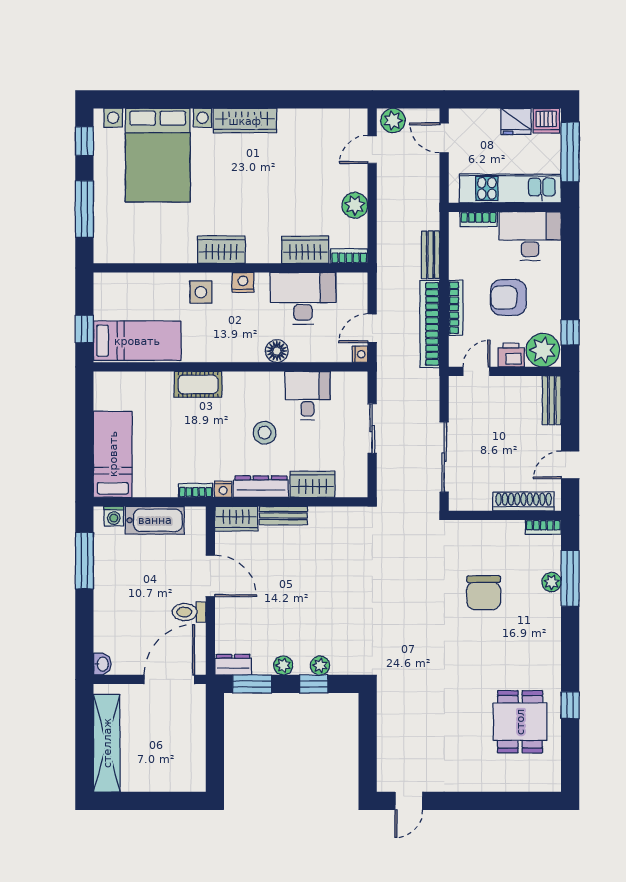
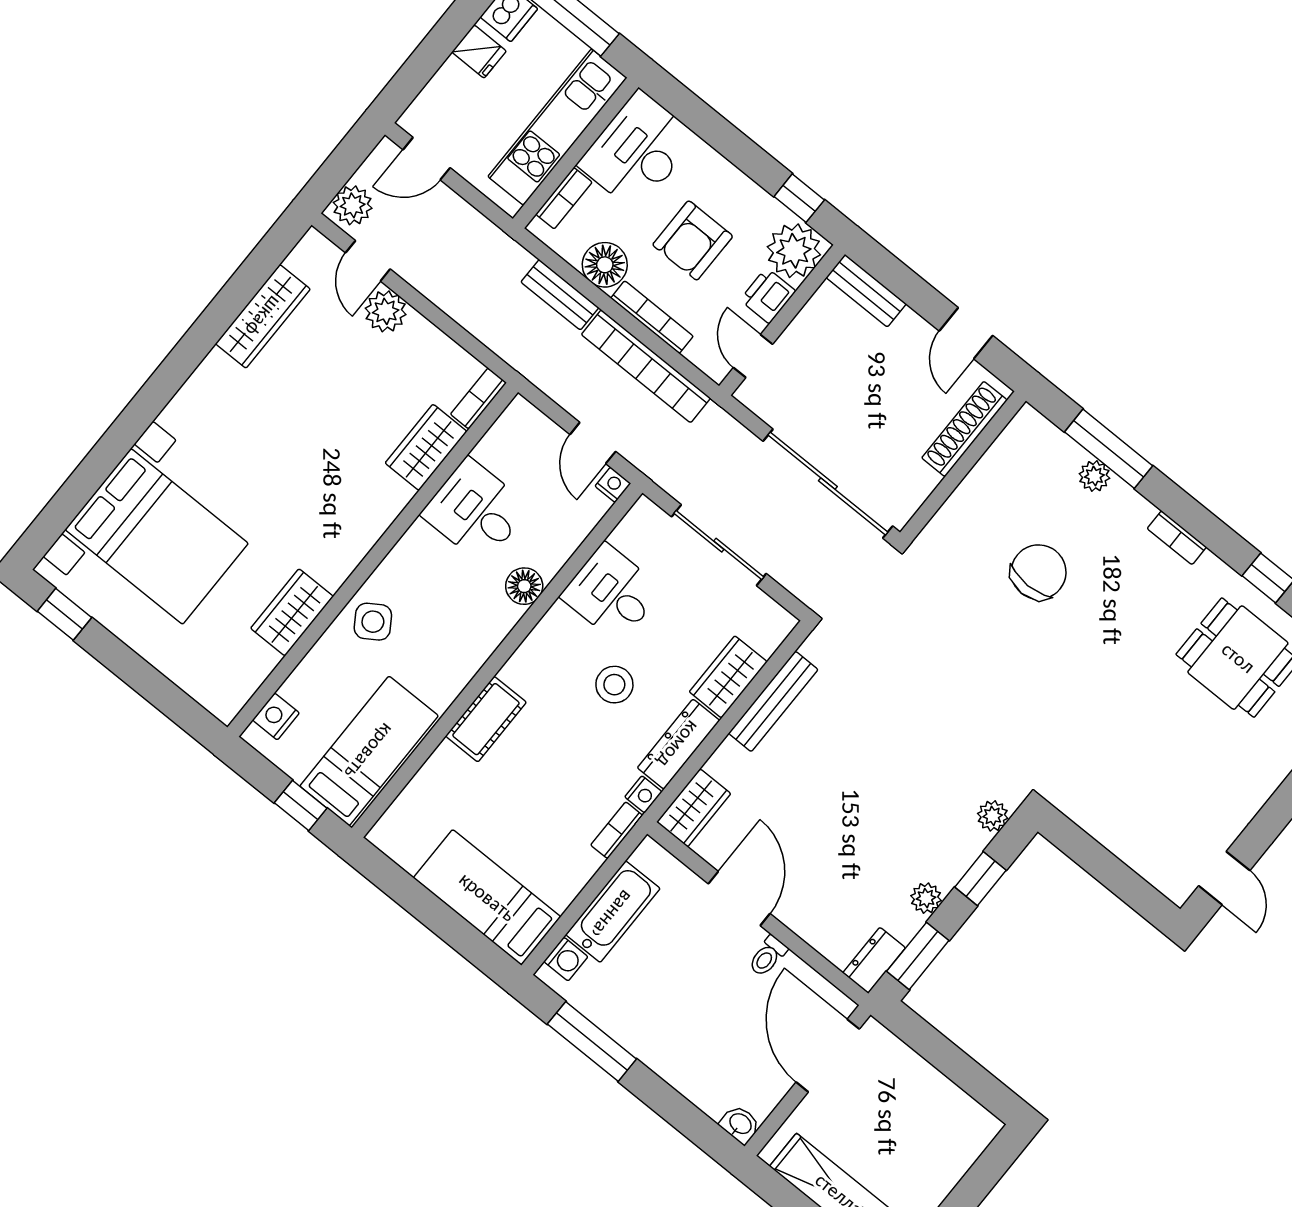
wardrobe: (245, 121) -> (263, 316), moved
fridge: (516, 121) -> (479, 52), width x0.72
plant: (355, 205) -> (386, 311), moved
window: (84, 209) -> (150, 683), removed
wardrobe: (221, 250) -> (292, 612), moved
floor lamp: (463, 265) -> (605, 265), added
nightstand: (243, 282) -> (276, 717), moved
side table: (201, 292) -> (373, 622), turned -33
desk: (303, 298) -> (475, 511), width x0.73
sliding door: (372, 429) -> (719, 545), width x1.37
sliding door: (444, 457) -> (828, 484), width x1.36
bench: (283, 516) -> (773, 701), moved, width x1.36
bookcase: (543, 527) -> (1177, 538), moved, turned 90
door: (210, 576) -> (739, 899), hinge flipped
chair: (484, 593) -> (1039, 572), turned -90
toilet: (189, 612) -> (768, 956), width x0.73, depth x0.72
plant: (320, 665) -> (993, 816), moved

